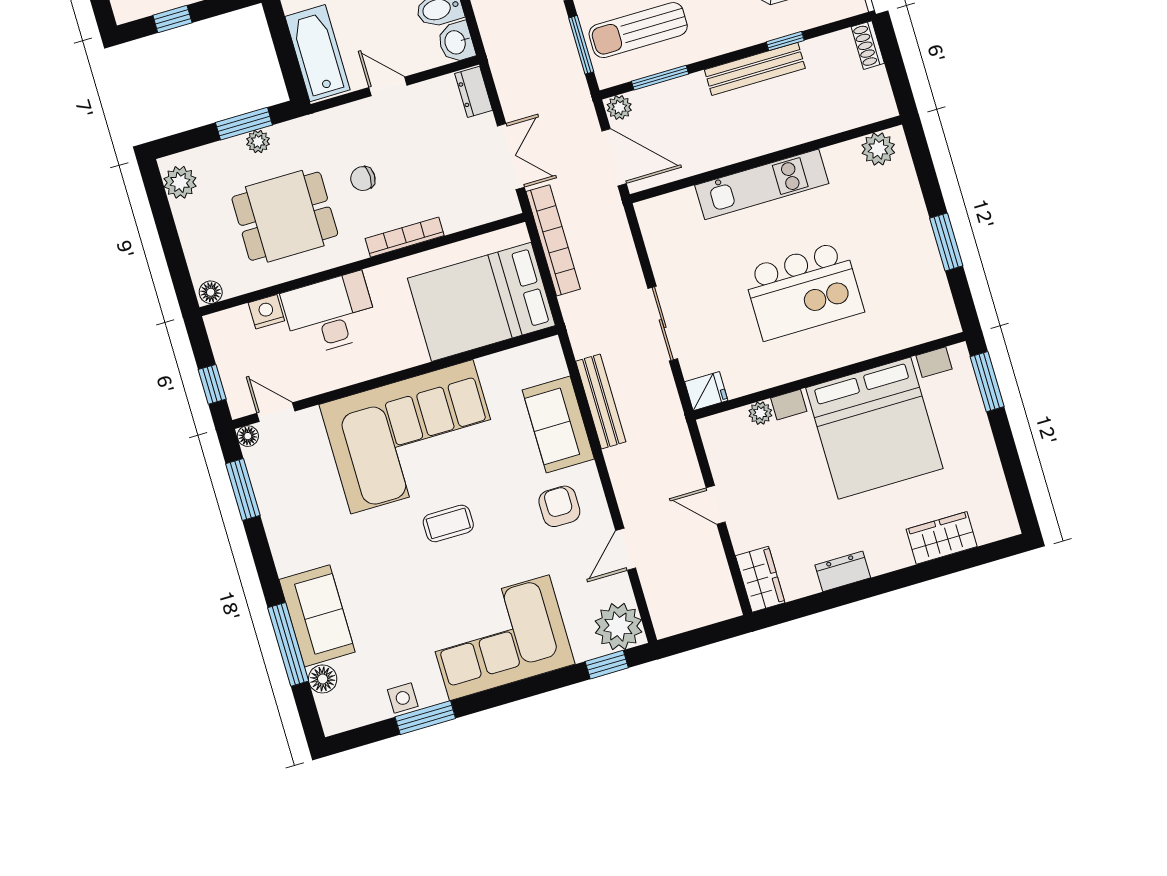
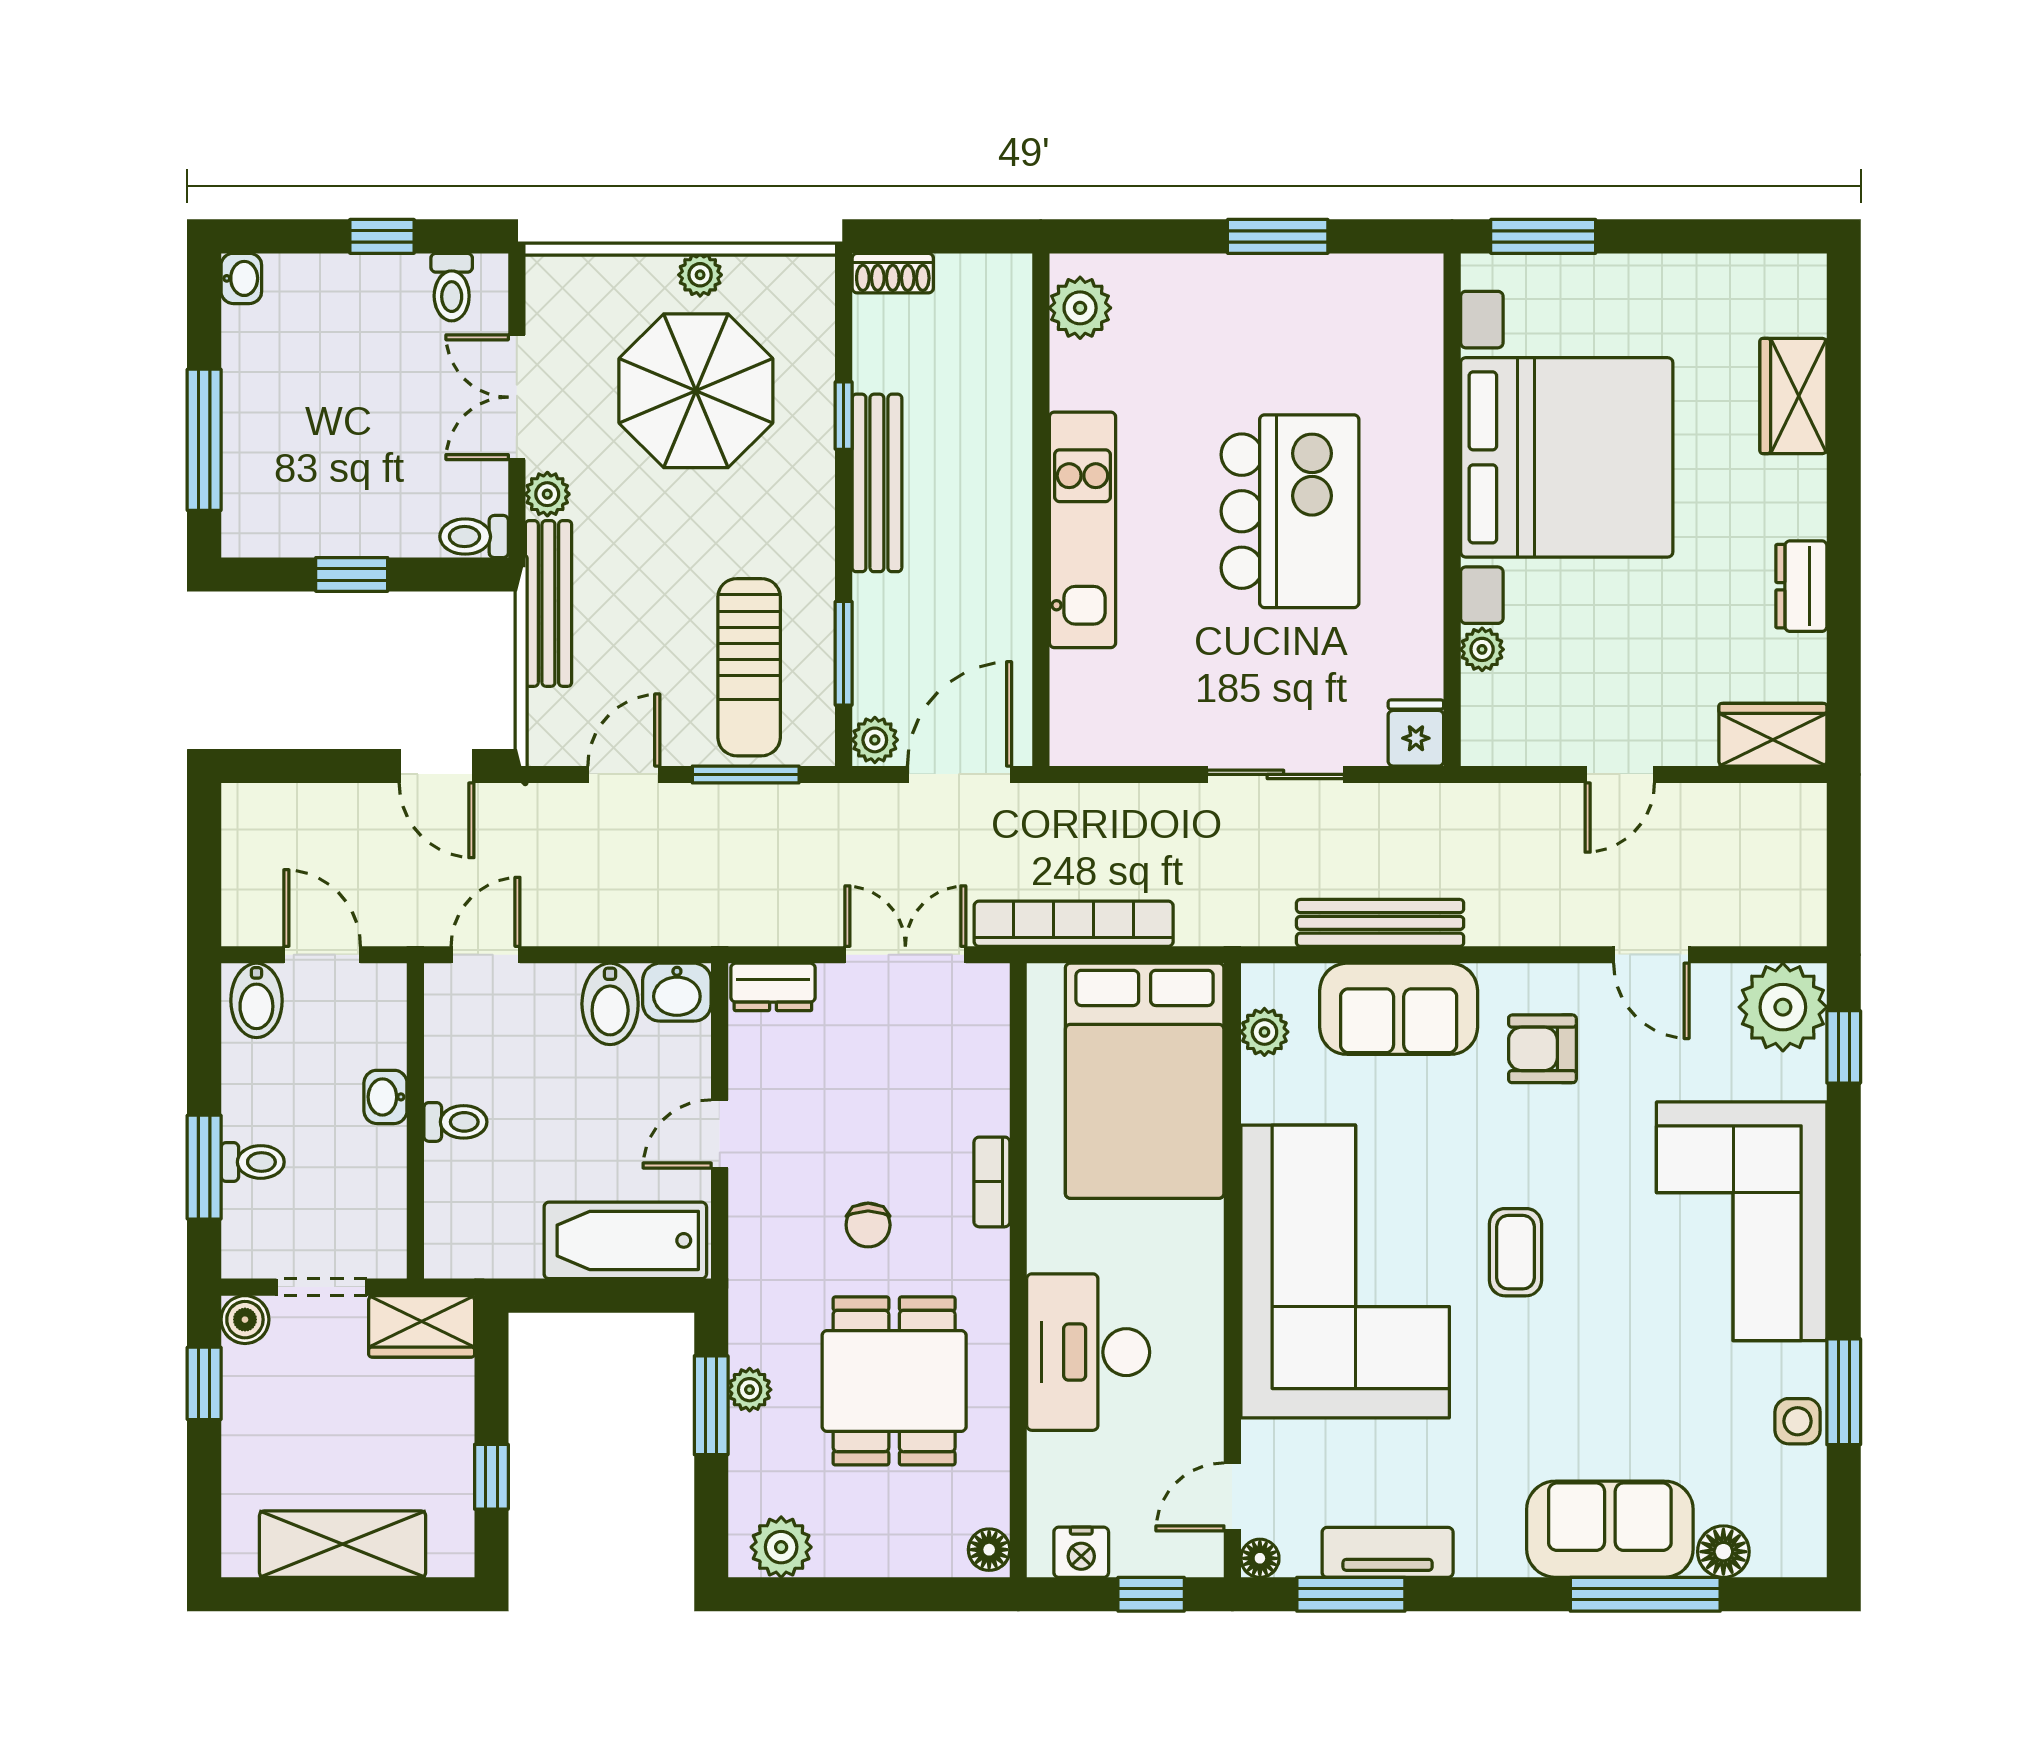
bookcase: (405, 237) -> (992, 1182), width x0.64
nightstand: (266, 312) -> (1081, 1552), moved, turned -90
plant: (526, 357) -> (1264, 1032), added
tv unit: (271, 502) -> (1388, 1552), added

